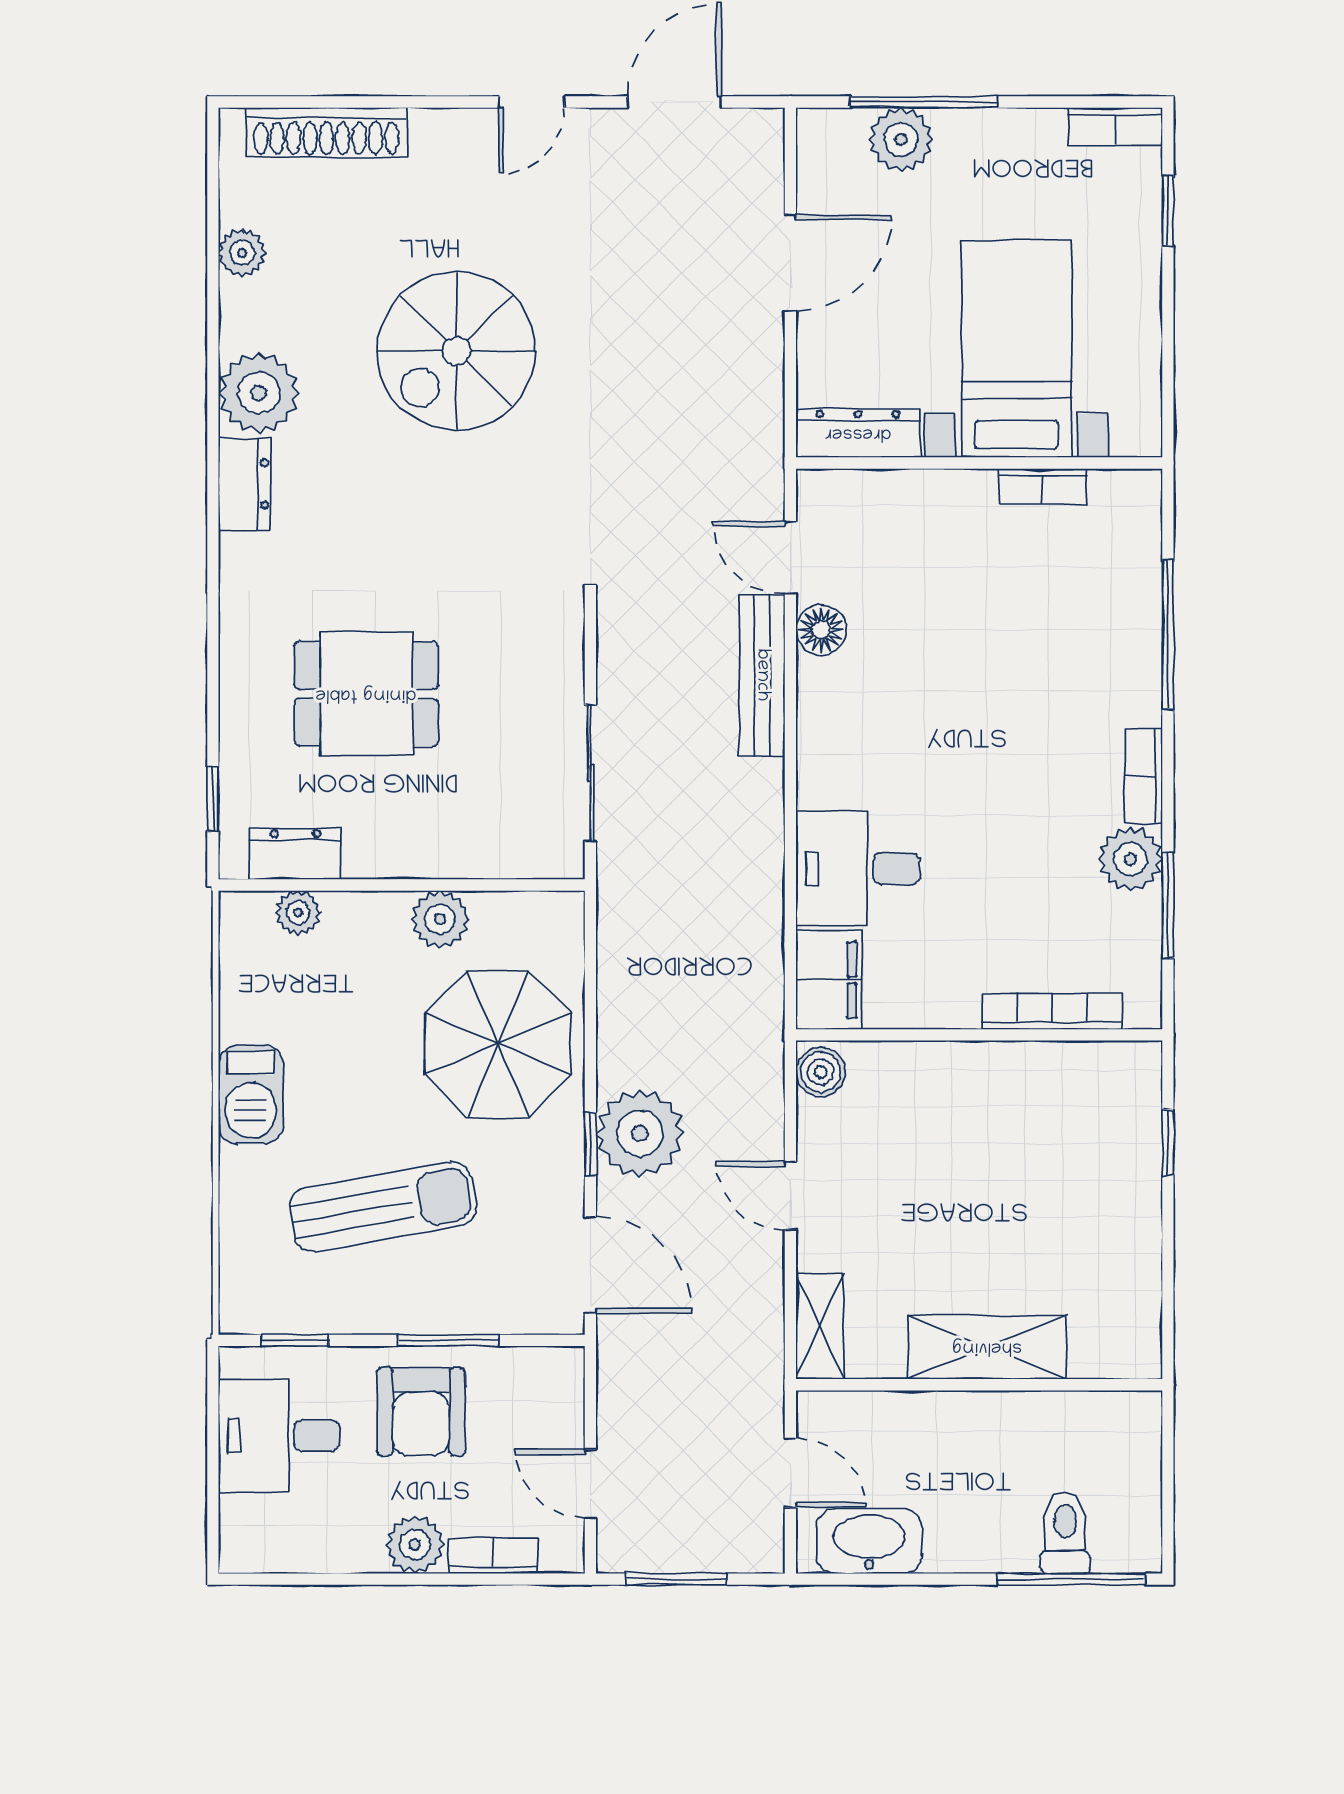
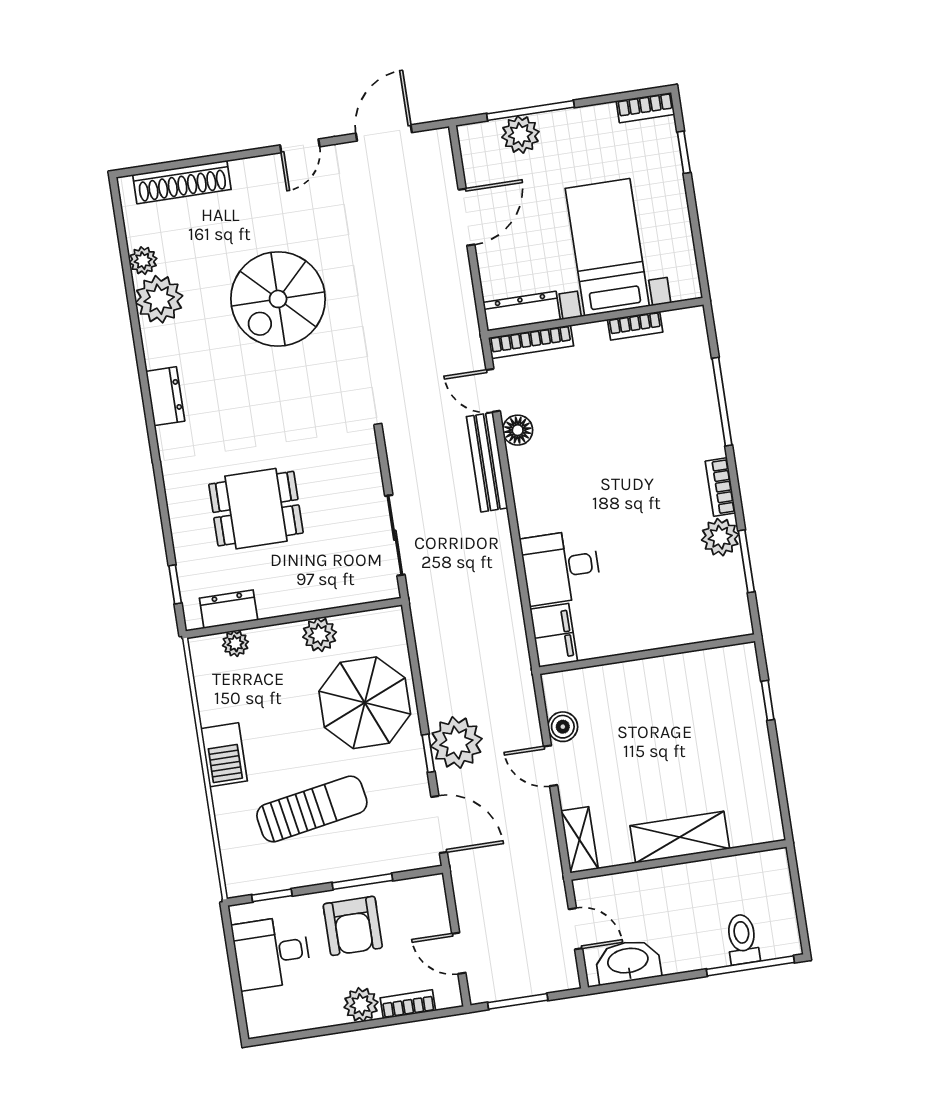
plant: (259, 393) -> (159, 299), moved
bookcase: (1052, 1011) -> (531, 342), moved, turned 180
boiler: (821, 1072) -> (563, 727), moved

